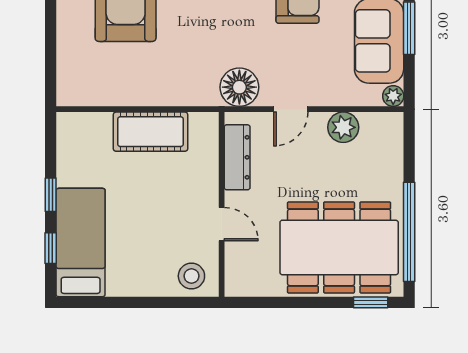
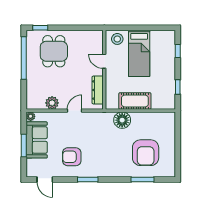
floor lamp: (239, 87) -> (122, 120), moved
window: (51, 195) -> (178, 87), moved
bed: (81, 243) -> (139, 53), moved
dining table: (339, 247) -> (54, 51), width x0.53, depth x0.80

